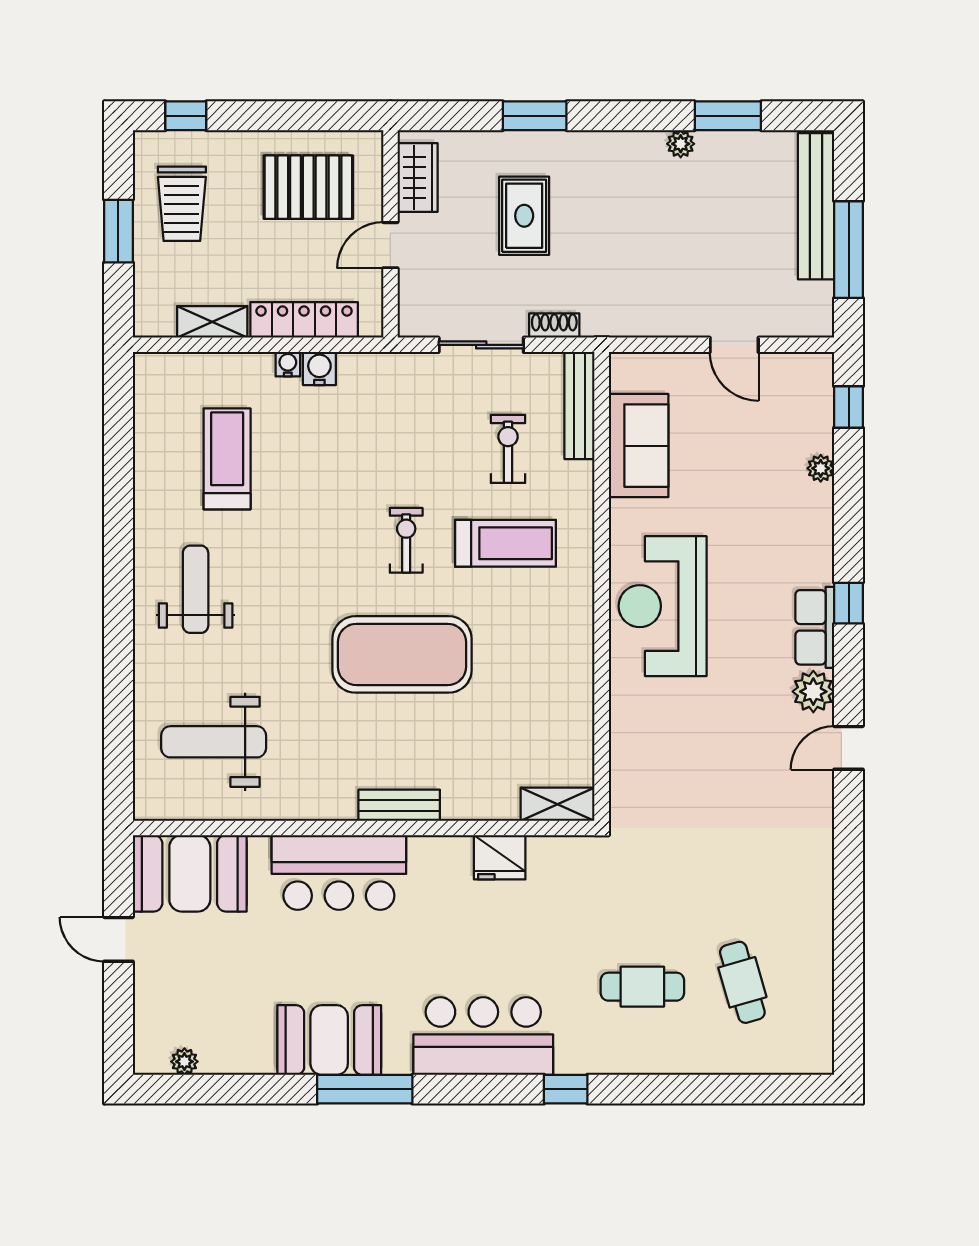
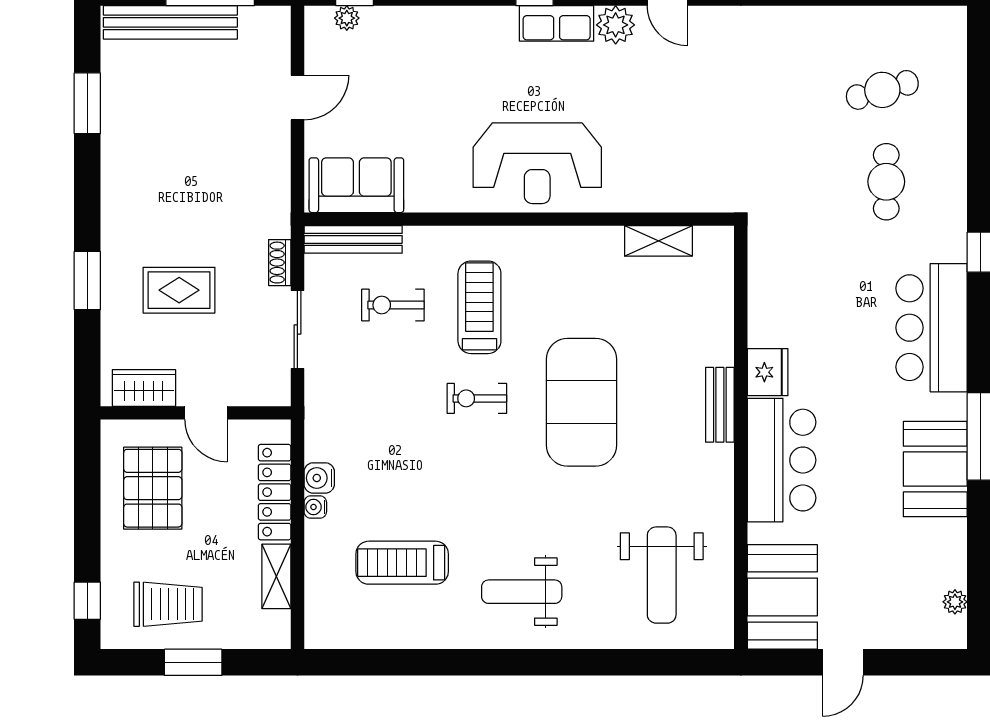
plant: (681, 144) -> (113, 147), removed
sofa: (639, 446) -> (356, 185), moved
plant: (821, 468) -> (347, 18), moved
shelving: (558, 804) -> (658, 241), moved, turned 90
fridge: (500, 857) -> (768, 372), moved

